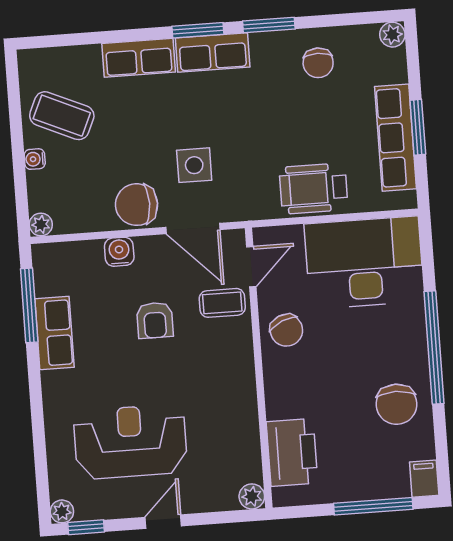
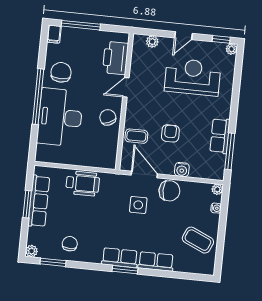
window: (269, 25) -> (53, 262), moved
water cooler: (35, 159) -> (216, 208), moved
desk: (364, 262) -> (60, 117), moved, turned 90
door: (251, 267) -> (126, 87), moved
reception desk: (130, 442) -> (193, 77), turned 180
plant: (252, 496) -> (152, 42), moved

